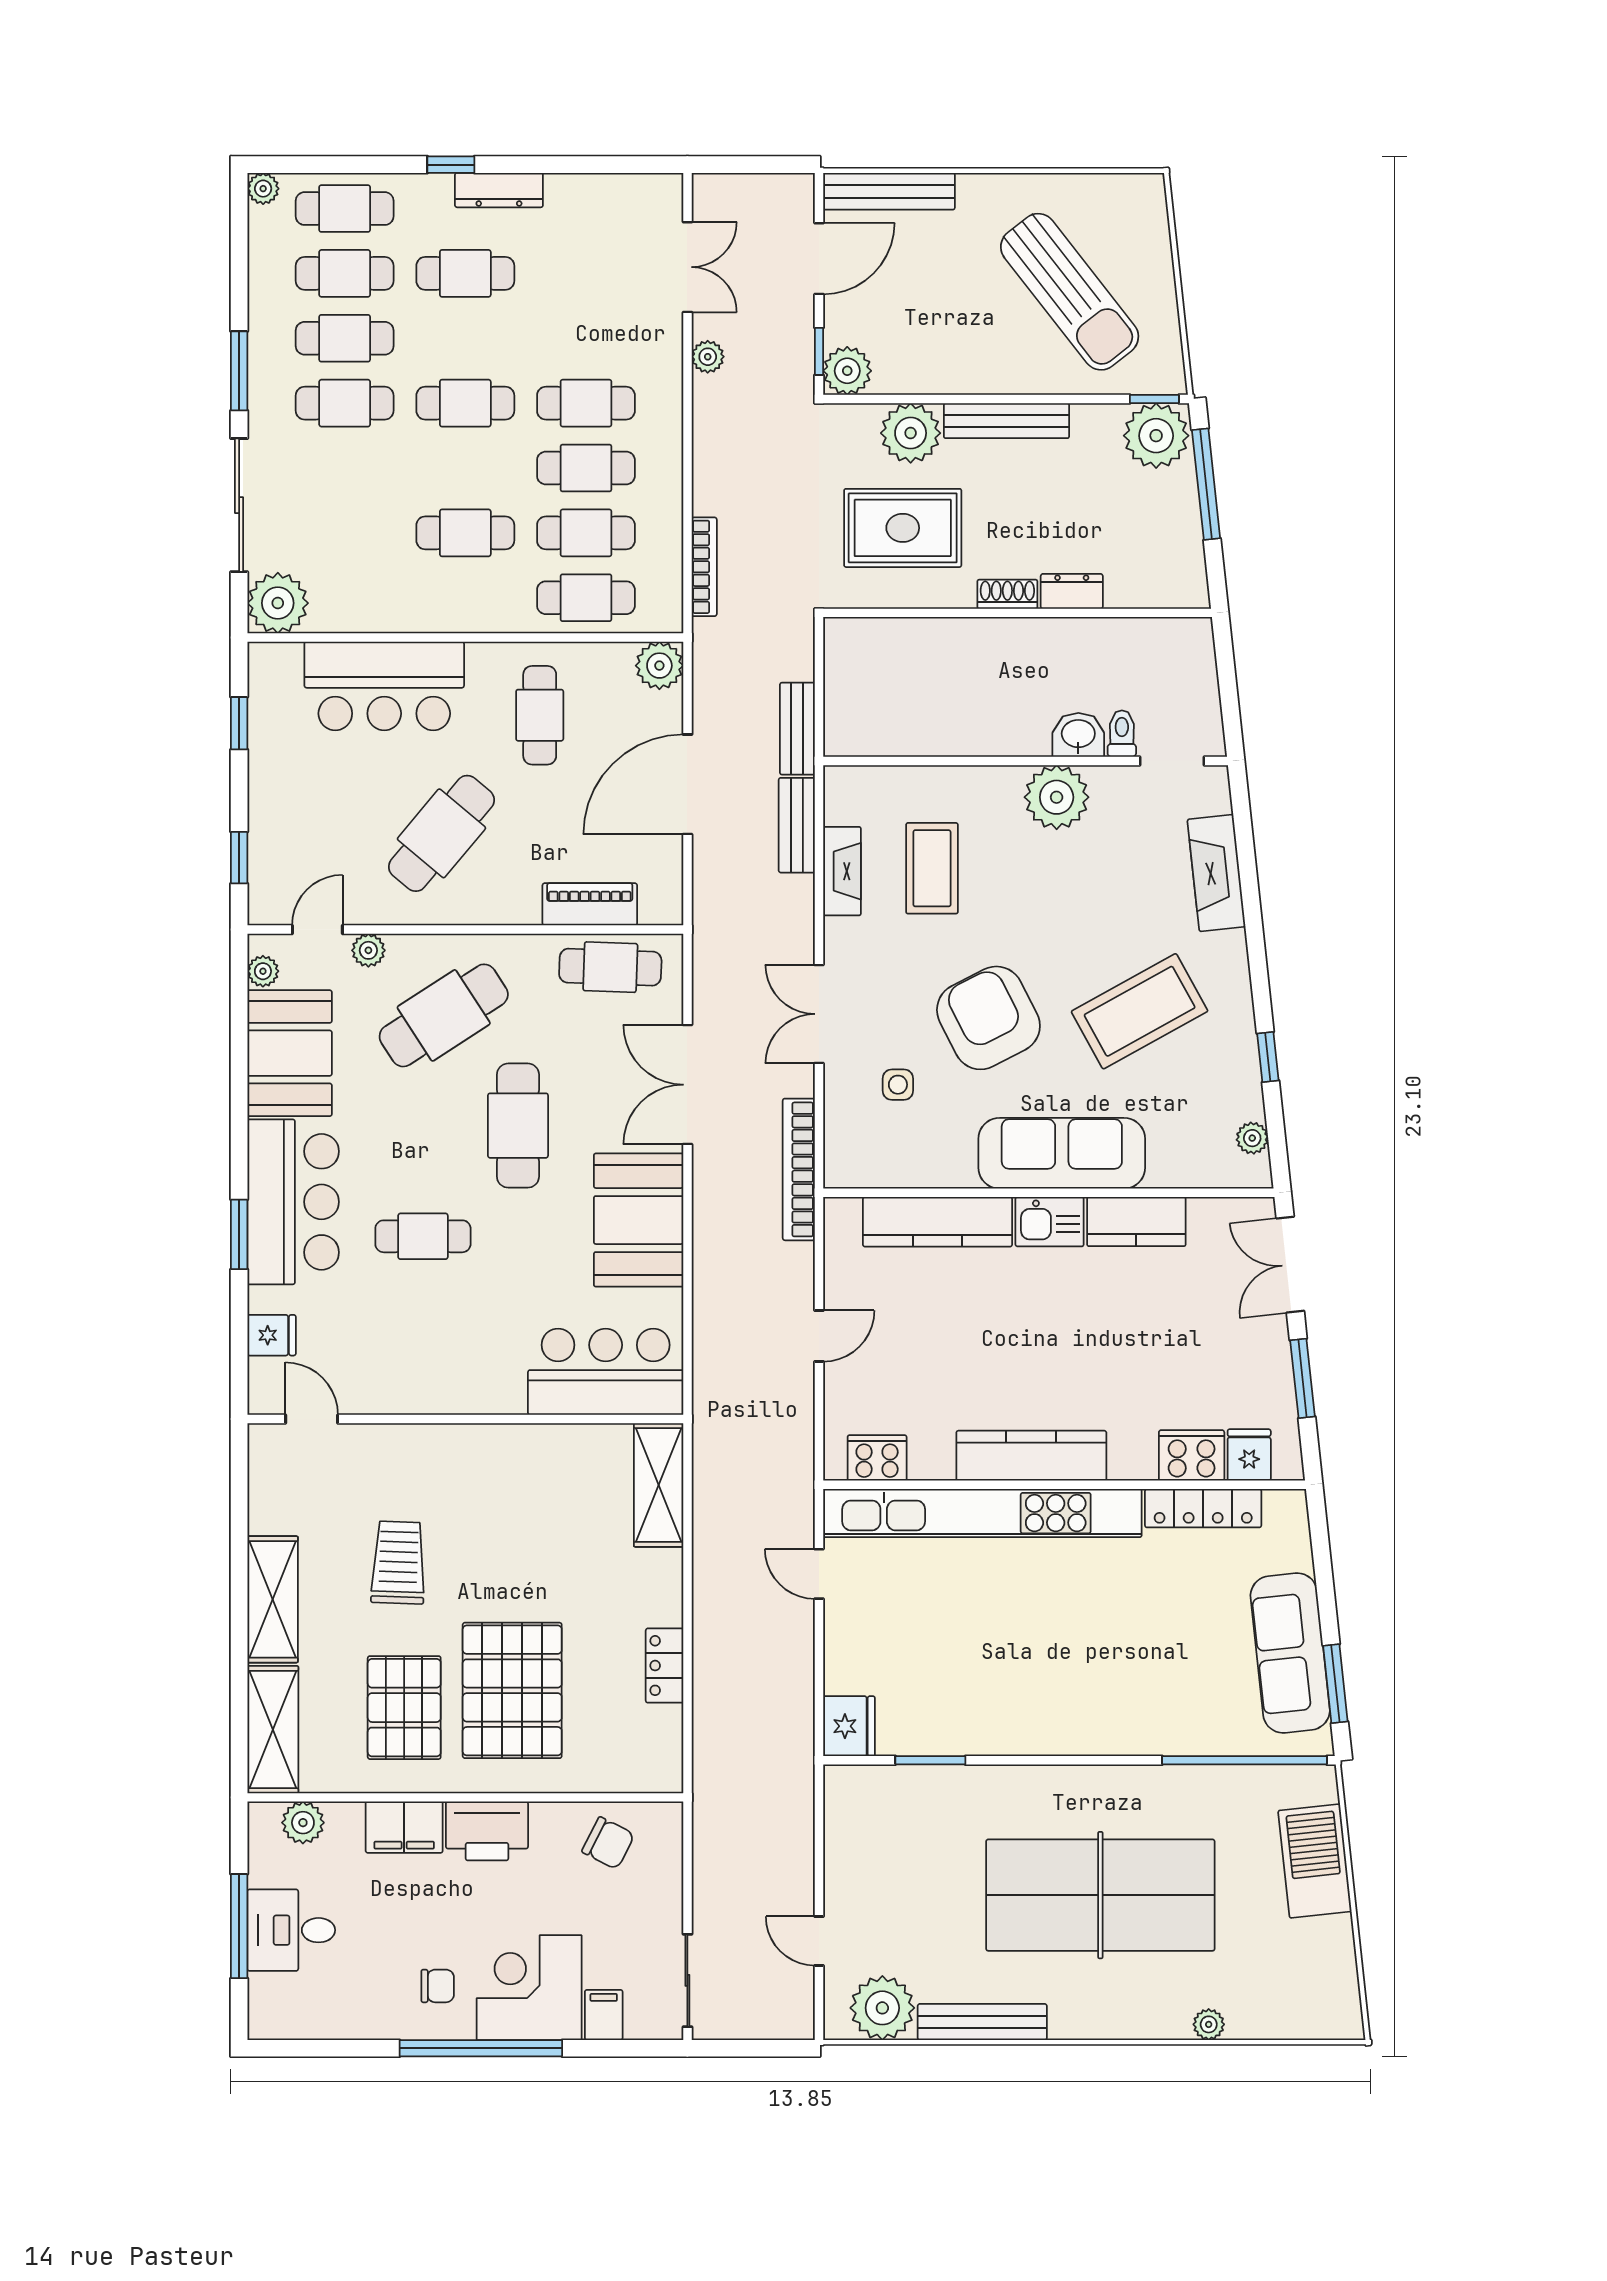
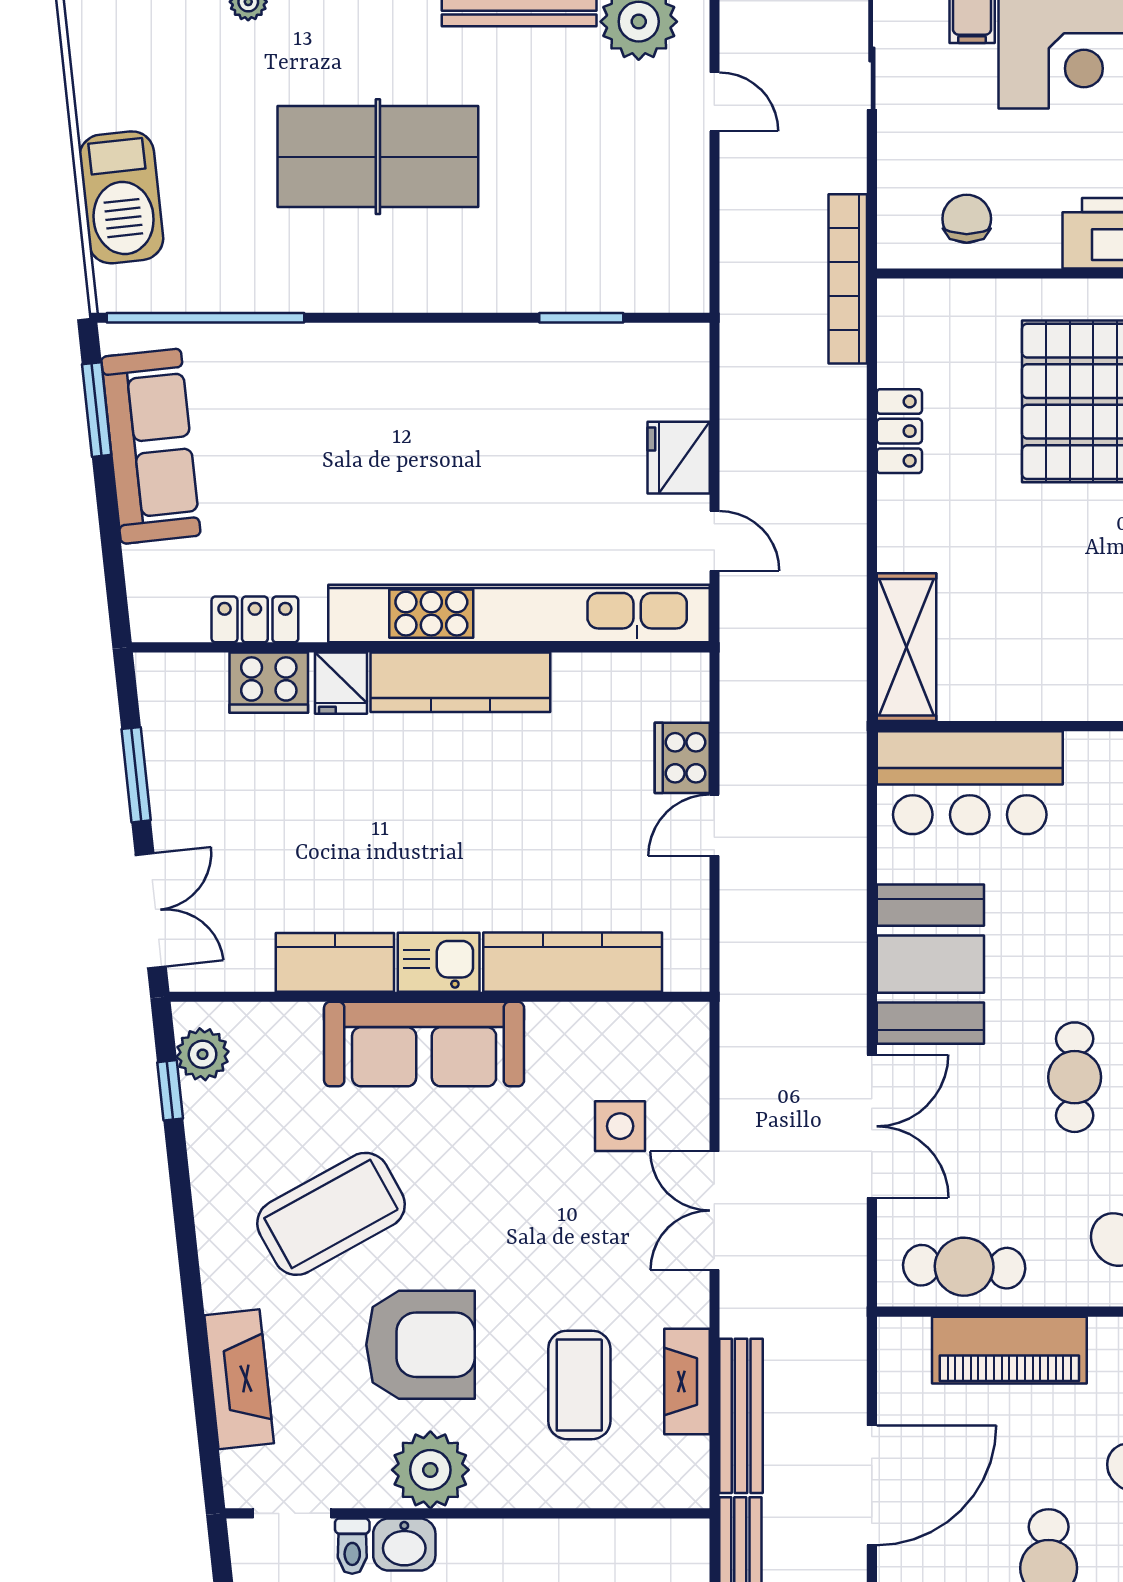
bench: (797, 825) -> (741, 1416), width x1.36
piano: (590, 904) -> (1009, 1350), width x1.37, depth x1.33
double door: (819, 1014) -> (714, 1211), swing flipped
armchair: (988, 1018) -> (421, 1345), moved, turned -63
window: (1268, 1057) -> (170, 1090), moved
side table: (898, 1085) -> (620, 1126), width x1.37, depth x1.37
cafe table: (518, 1126) -> (1075, 1077), width x0.73, depth x0.74
plant: (1252, 1138) -> (203, 1054), width x1.38, depth x1.38
bookcase: (799, 1169) -> (848, 279), moved, turned 180
fridge: (1249, 1455) -> (341, 683), moved
cooker: (877, 1458) -> (682, 758), moved, turned 90
locker: (1203, 1508) -> (255, 619), width x0.66
fridge: (849, 1726) -> (679, 458), moved
chair: (608, 1843) -> (967, 219), turned 63
table tennis table: (1100, 1895) -> (378, 157), width x0.73, depth x0.76

